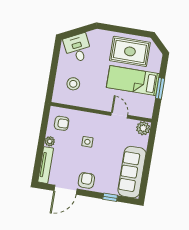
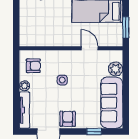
stool: (73, 84) -> (38, 24), removed
window: (160, 88) -> (126, 27), moved
plant: (143, 128) -> (116, 69), moved

